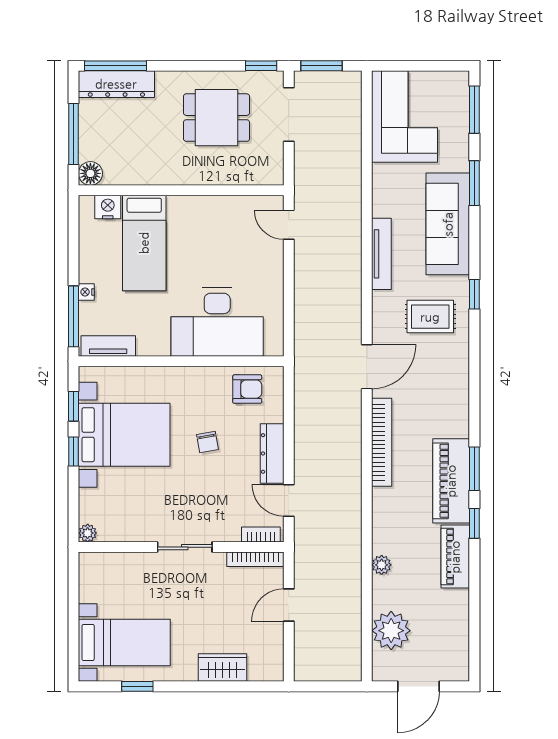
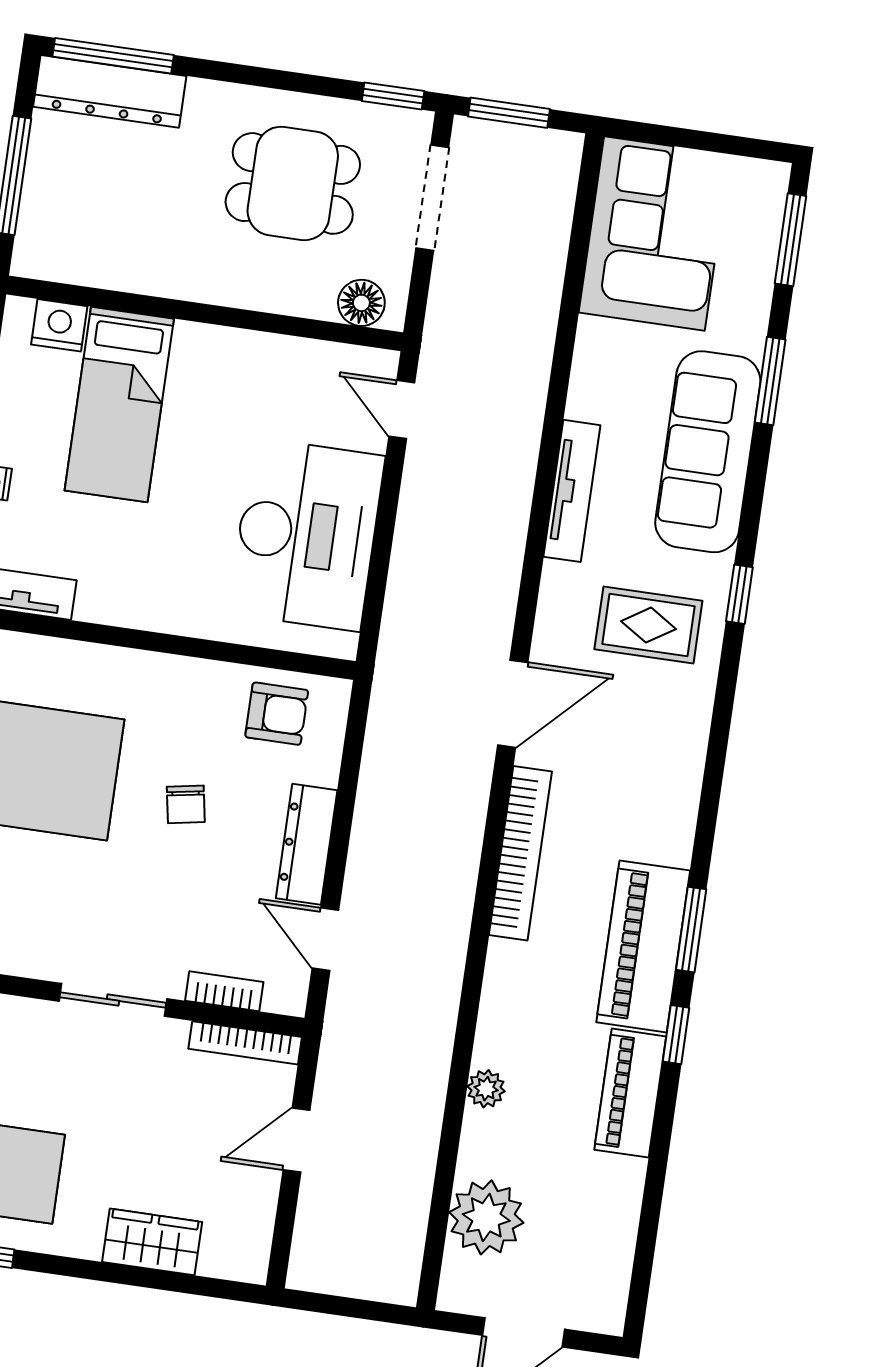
floor lamp: (90, 173) -> (361, 303), moved
desk: (217, 322) -> (307, 535), moved, turned -90
bookcase: (261, 534) -> (224, 991), moved

